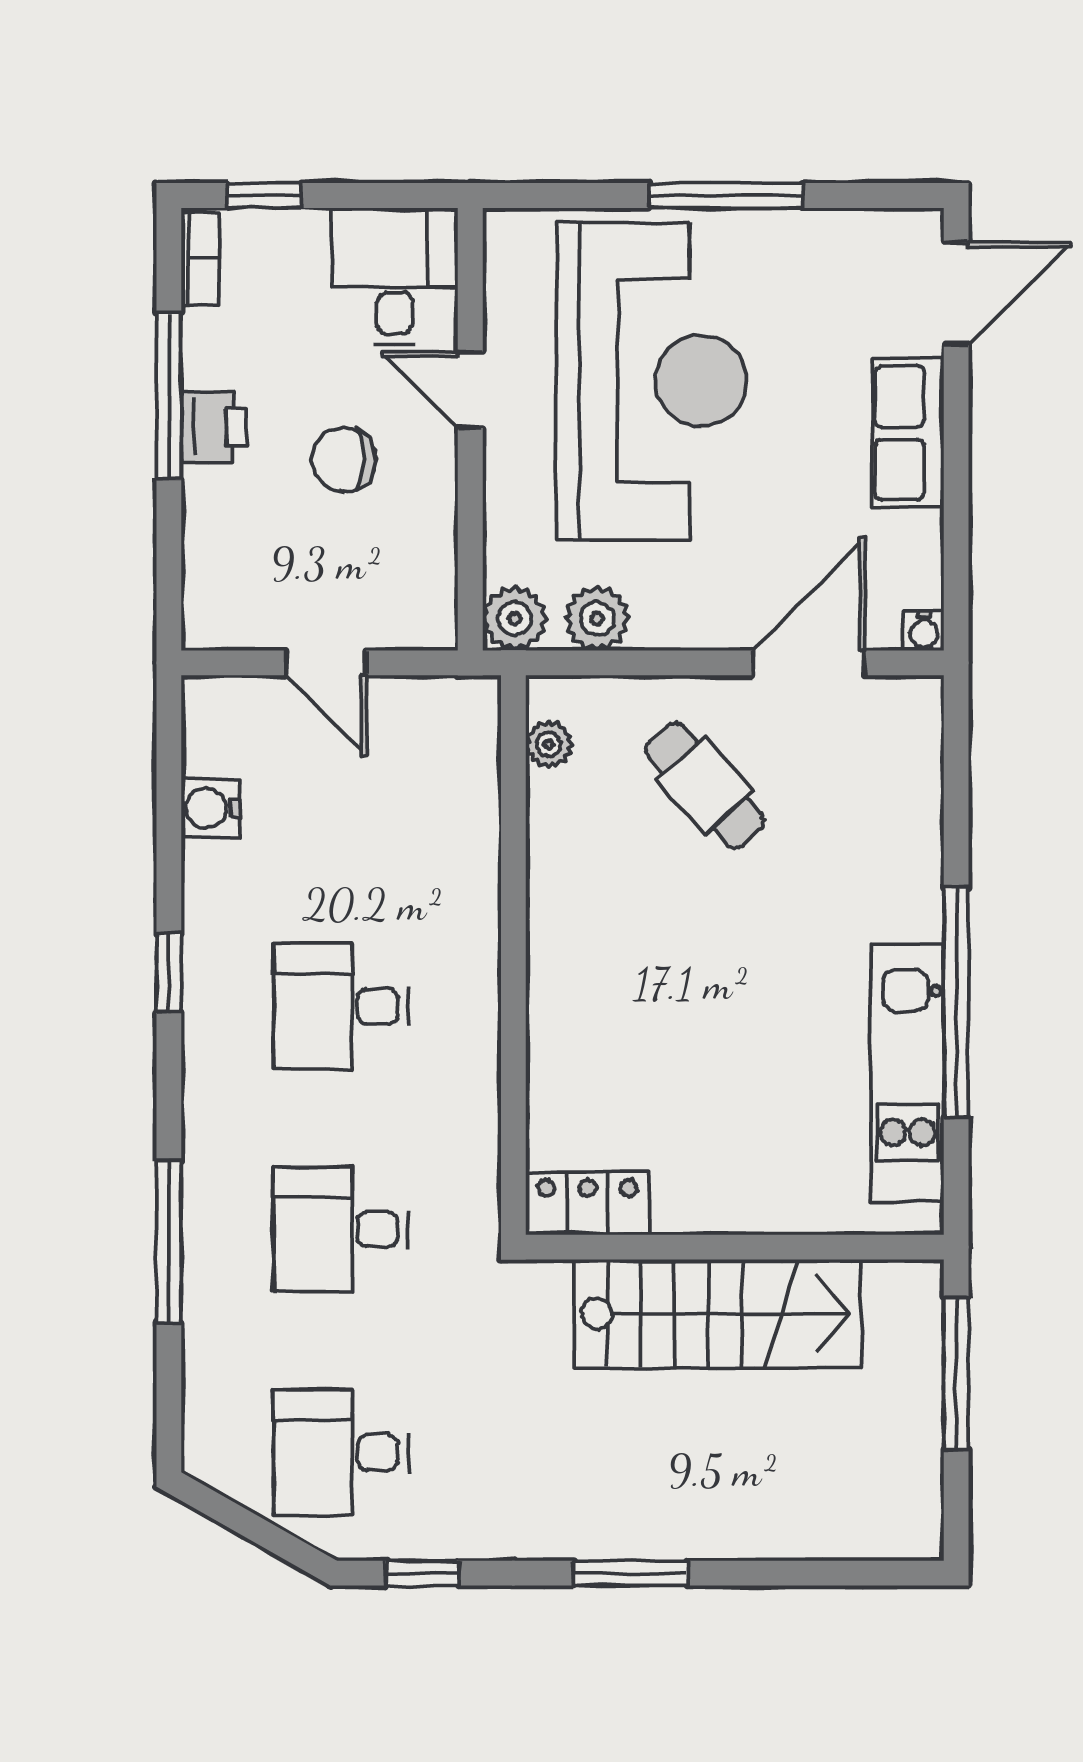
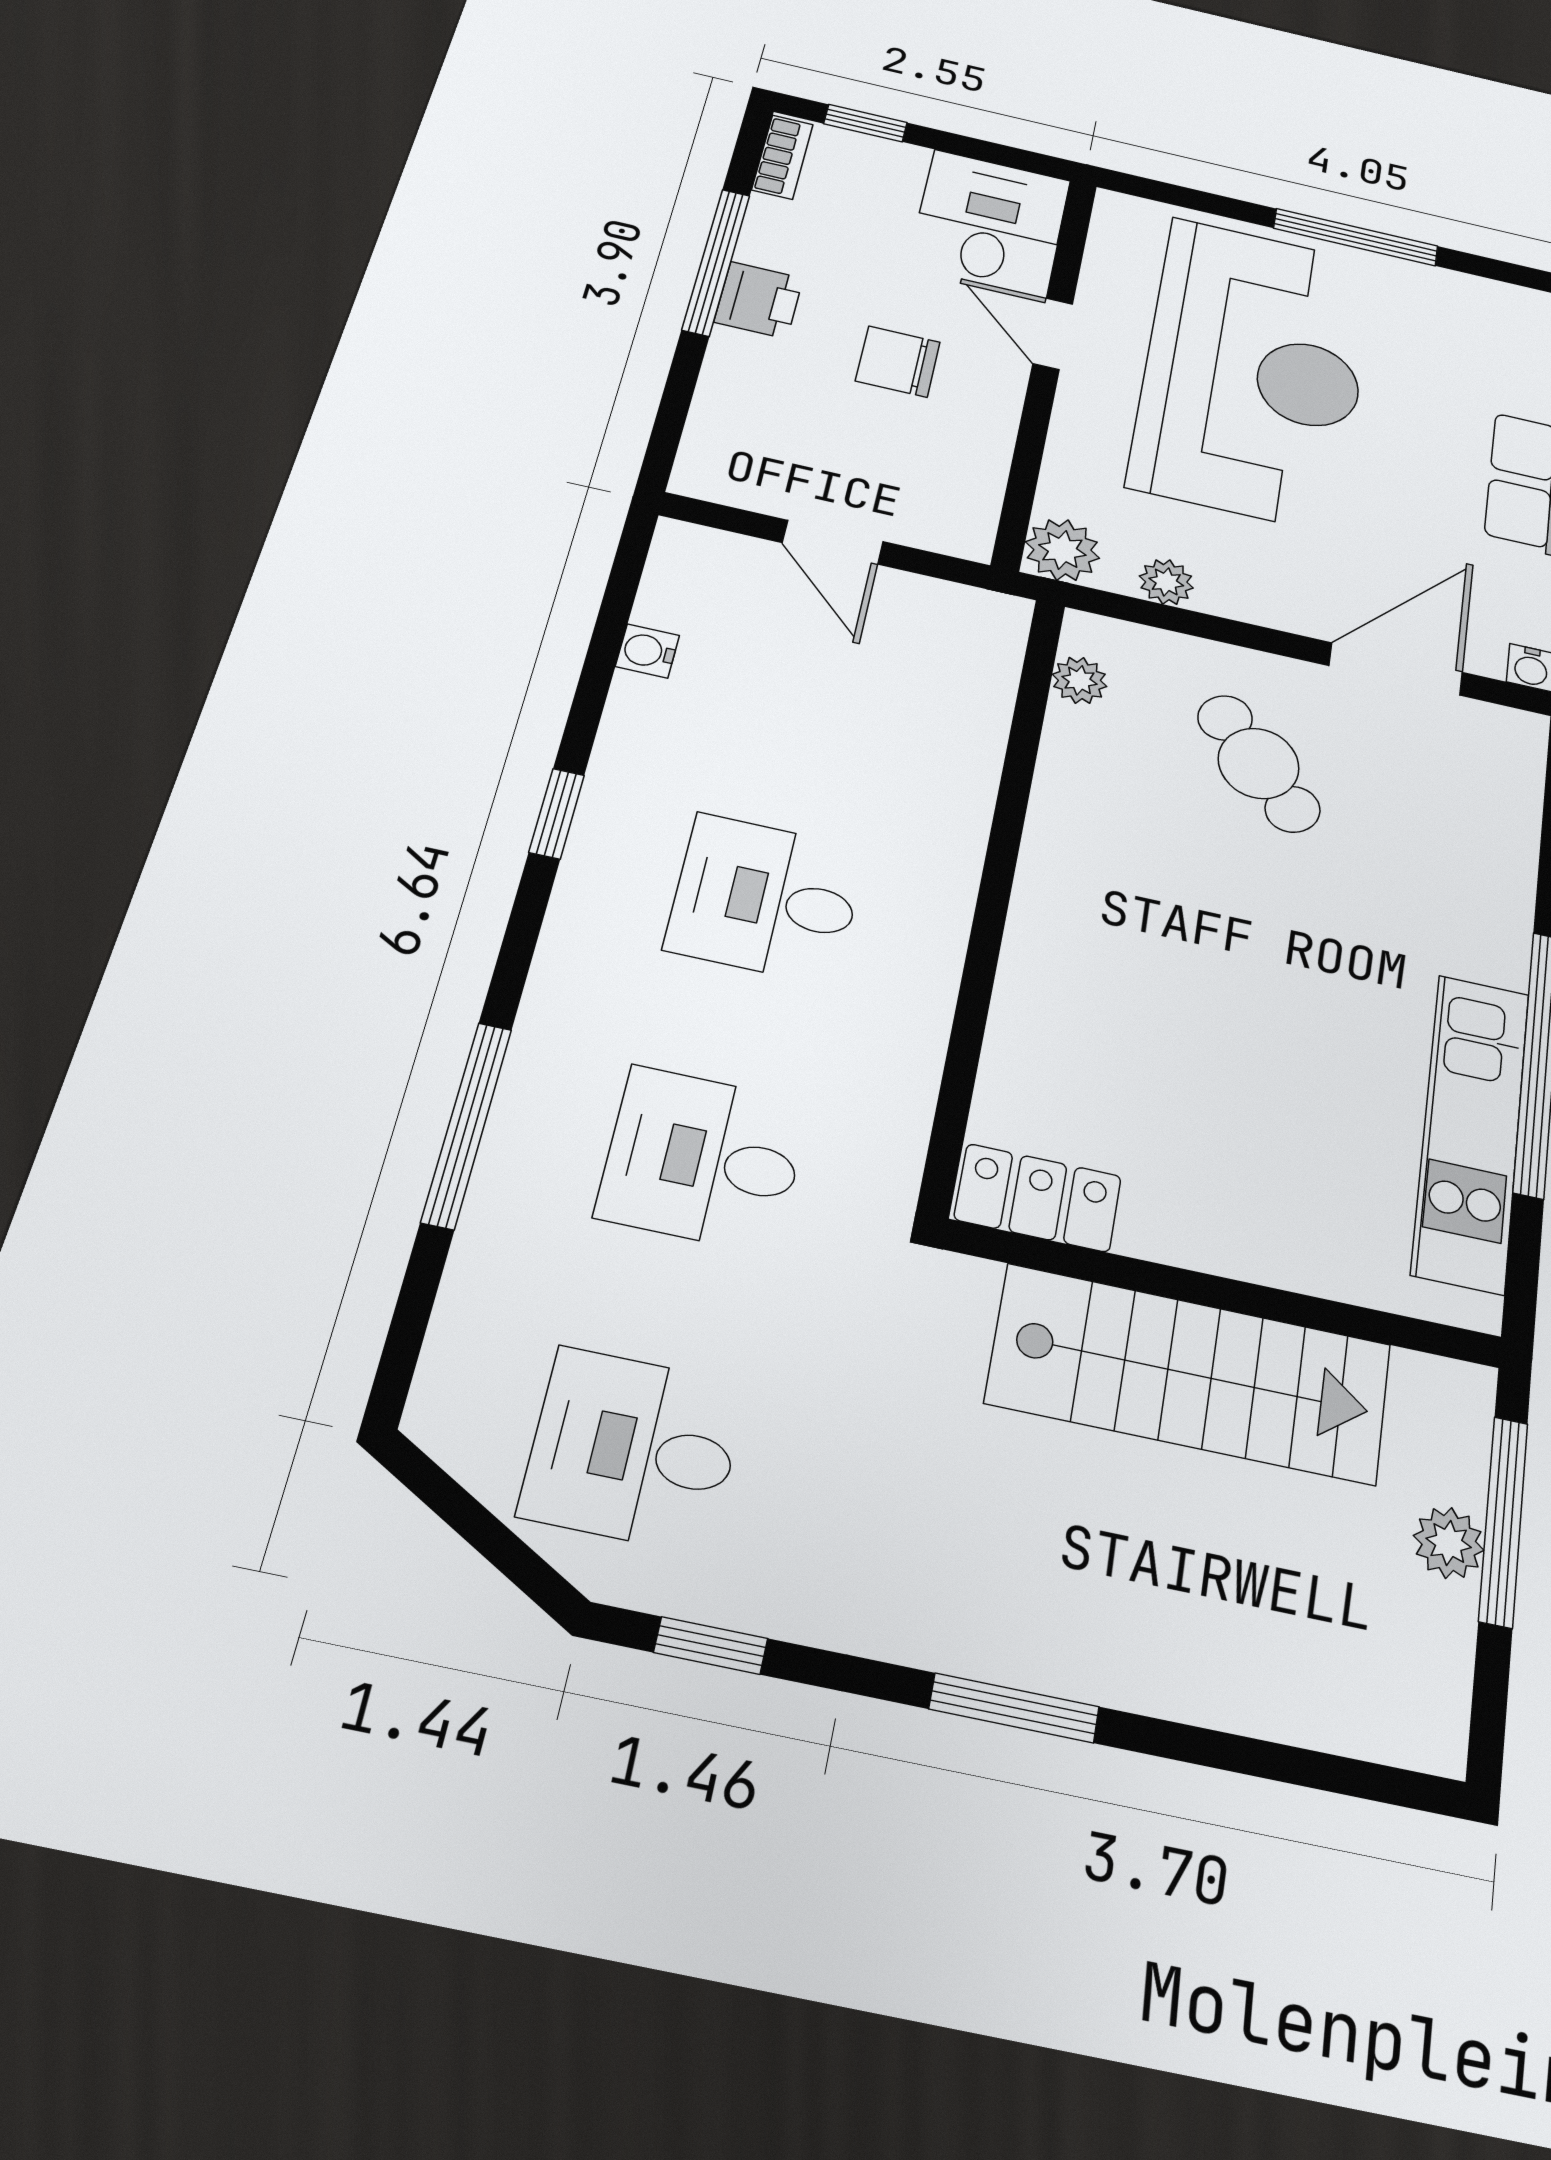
plant: (597, 618) -> (1166, 582), width x0.73, depth x0.73
water cooler: (211, 808) -> (647, 651), width x0.72, depth x0.72
plant: (918, 1398) -> (1449, 1543), added

